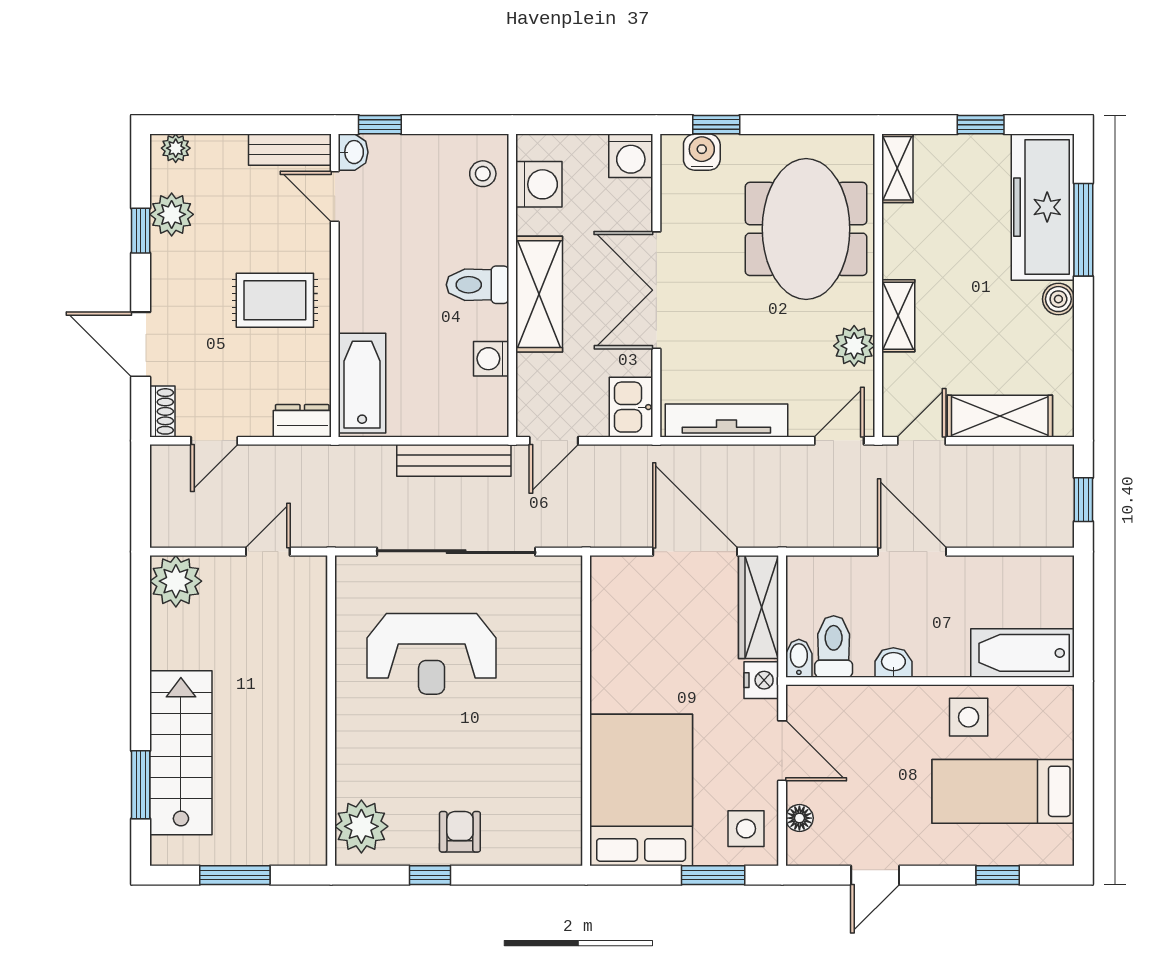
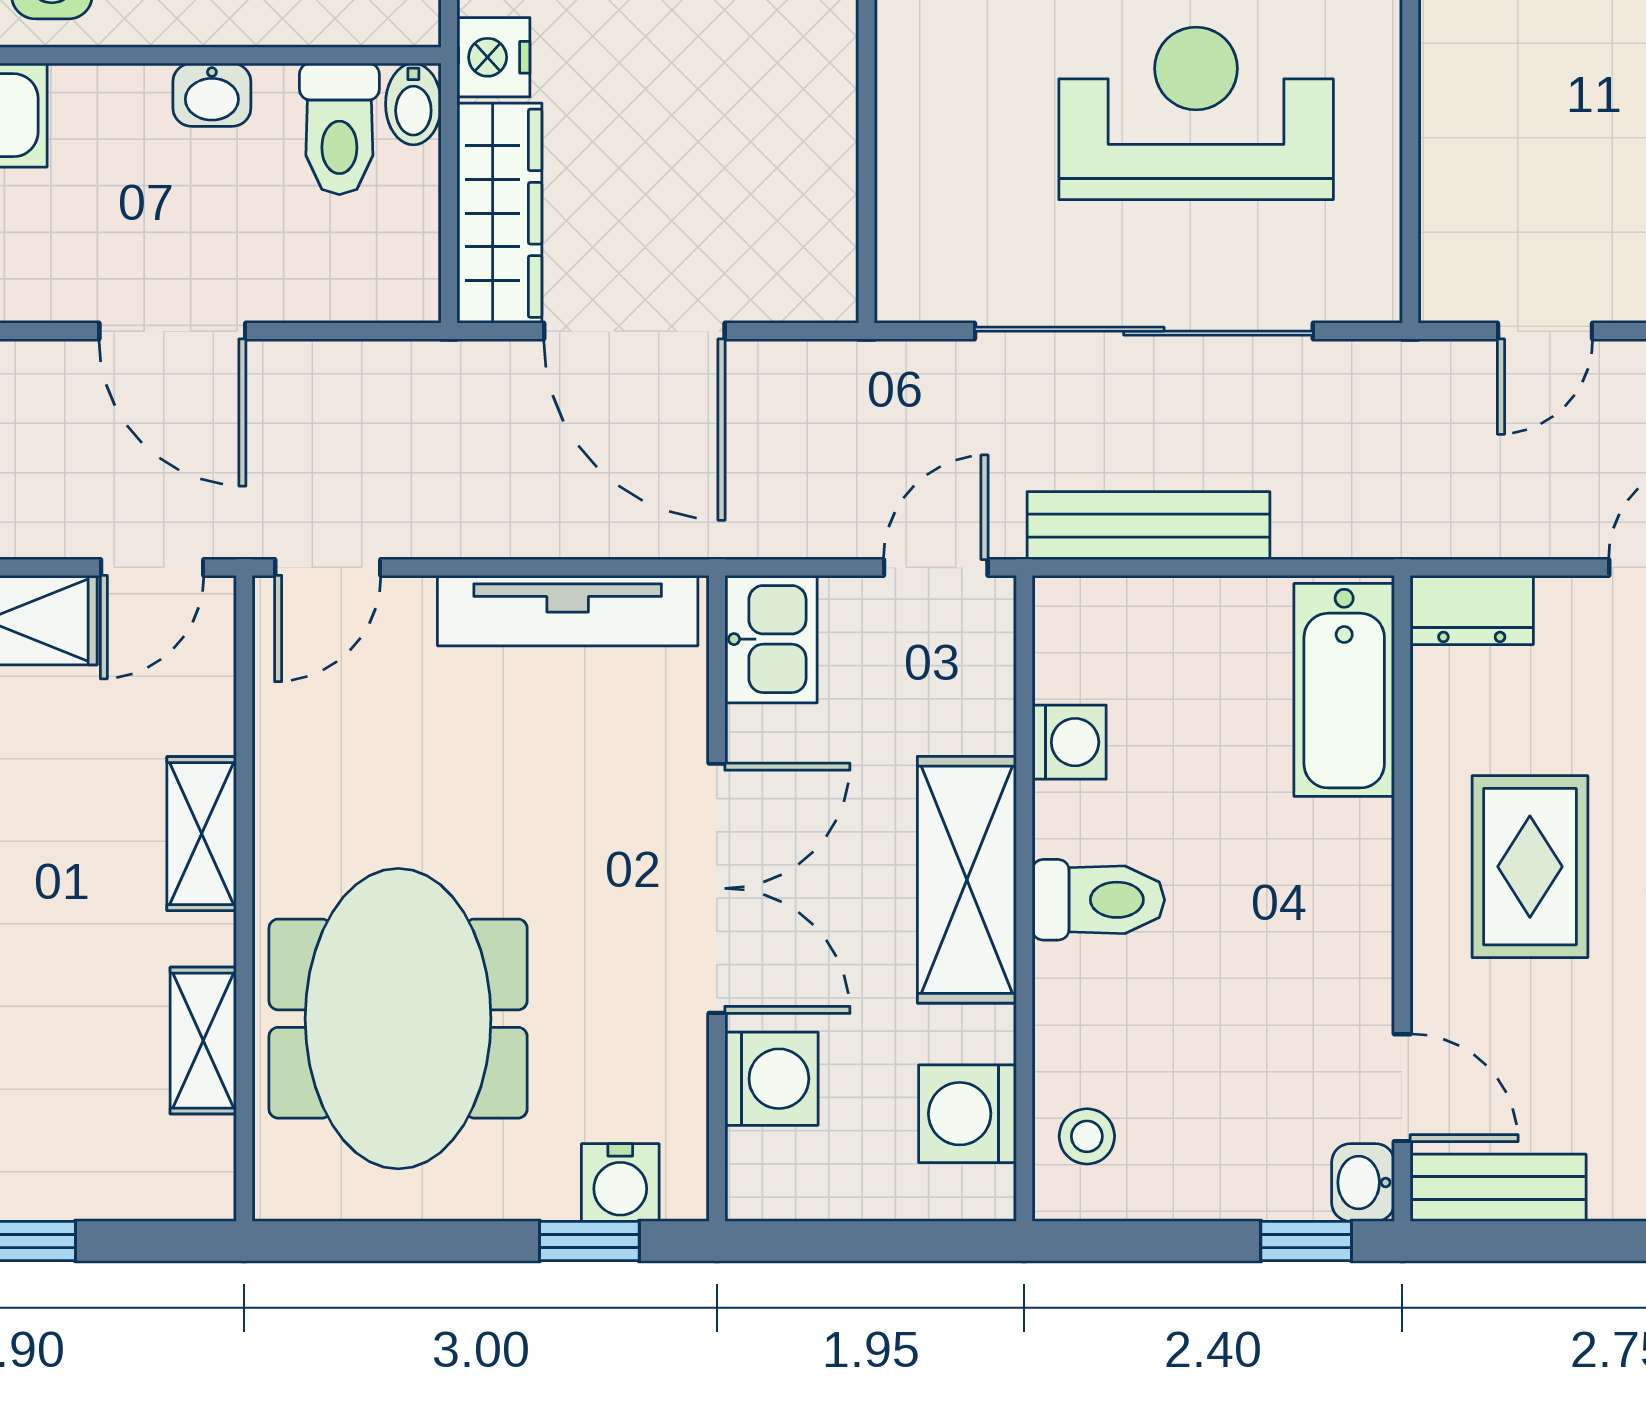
washing machine: (631, 156) -> (771, 1079), moved, turned 90
shelving: (897, 168) -> (203, 1041), moved
rug: (275, 300) -> (1530, 867), turned 90
plant: (854, 346) -> (296, 770), removed

